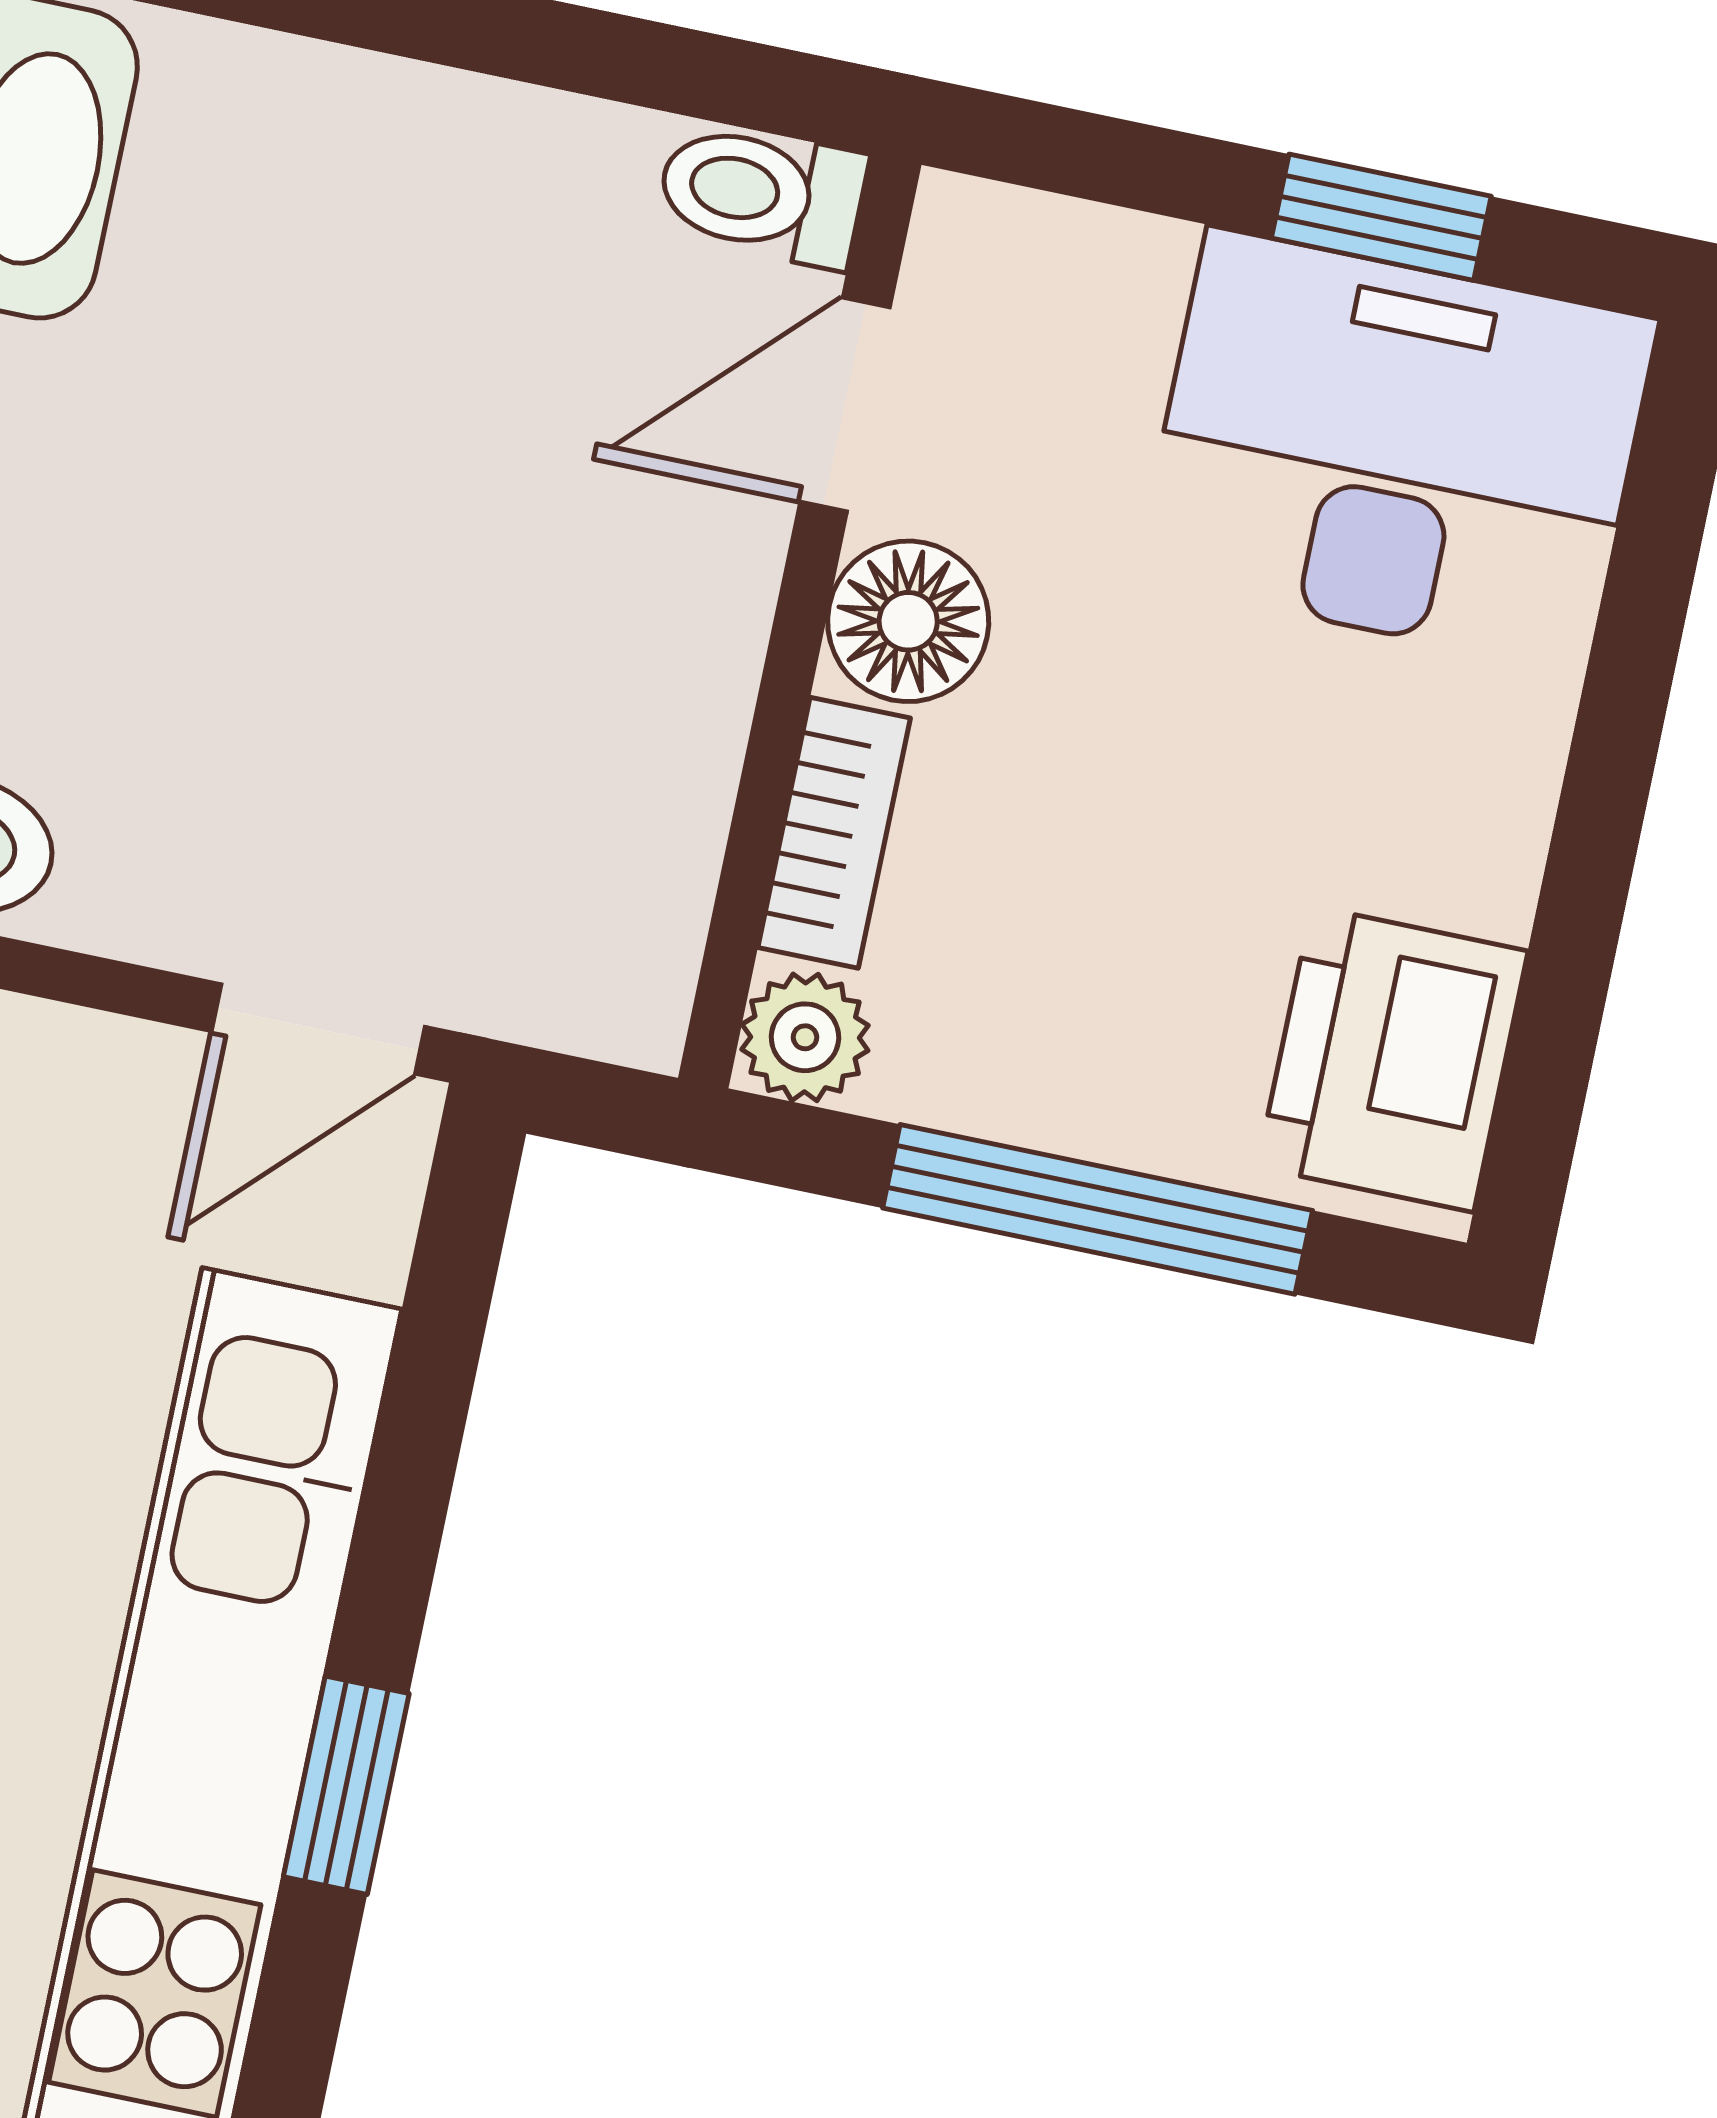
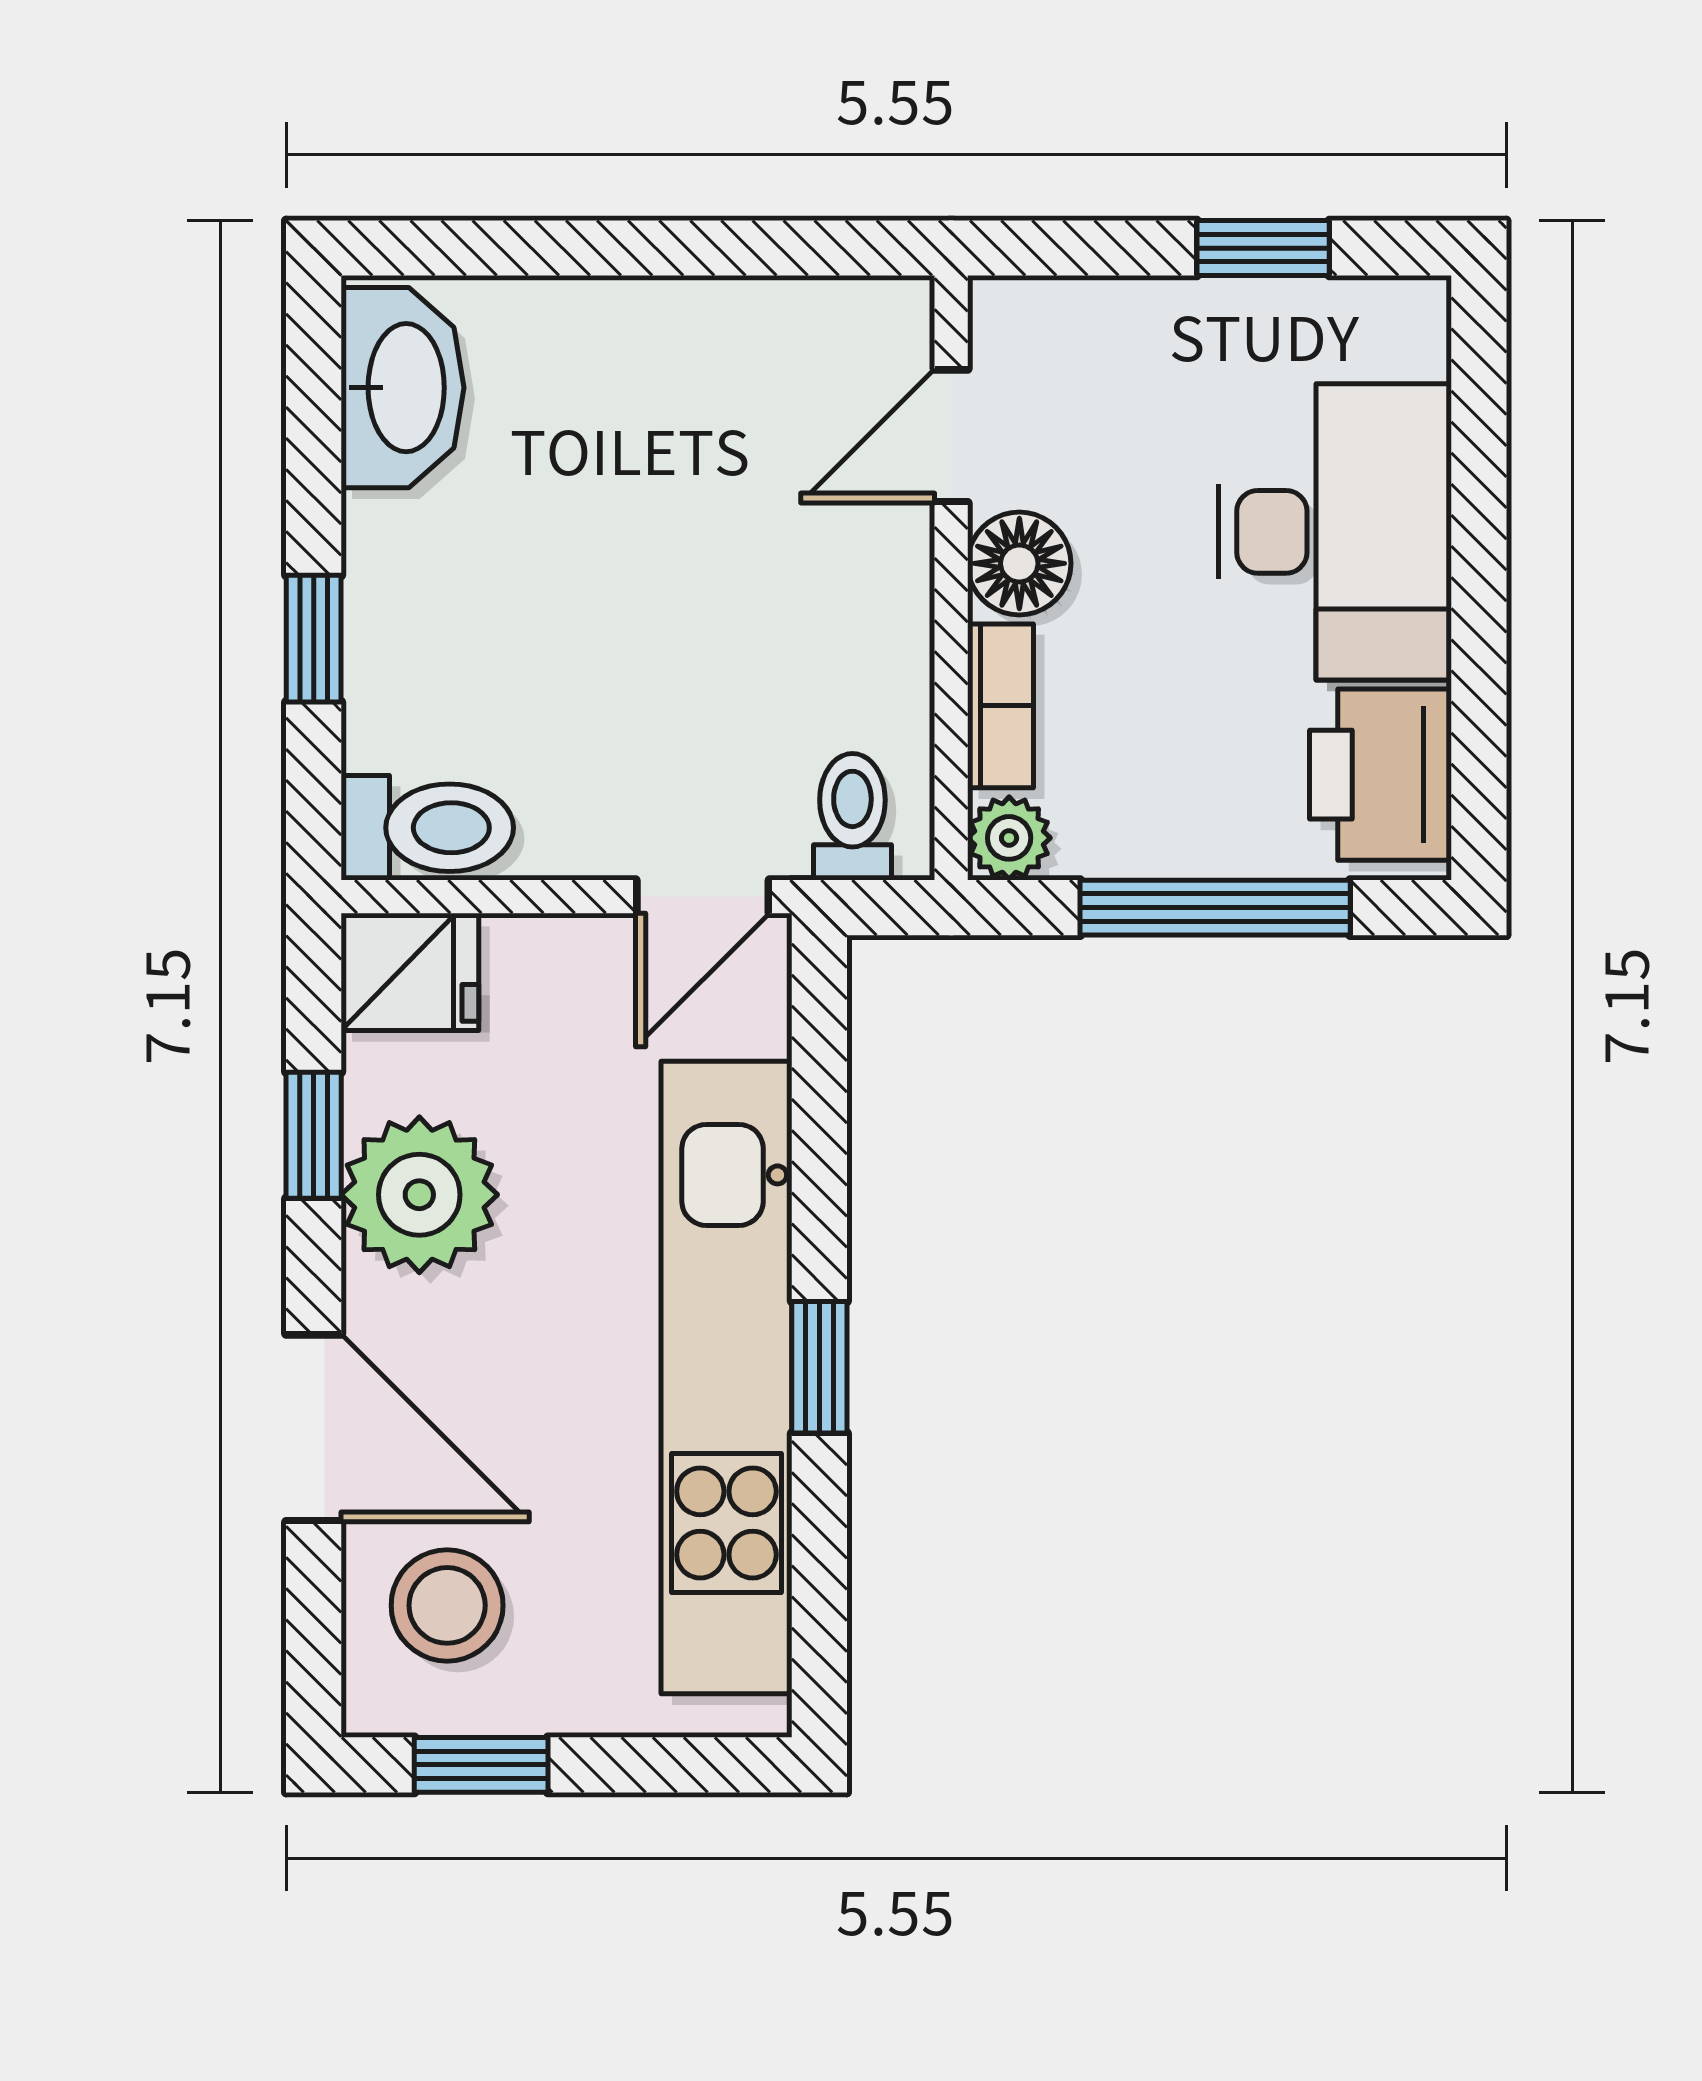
toilet: (762, 194) -> (852, 817), moved, turned 90
desk: (1396, 450) -> (1335, 532), moved, turned 90

